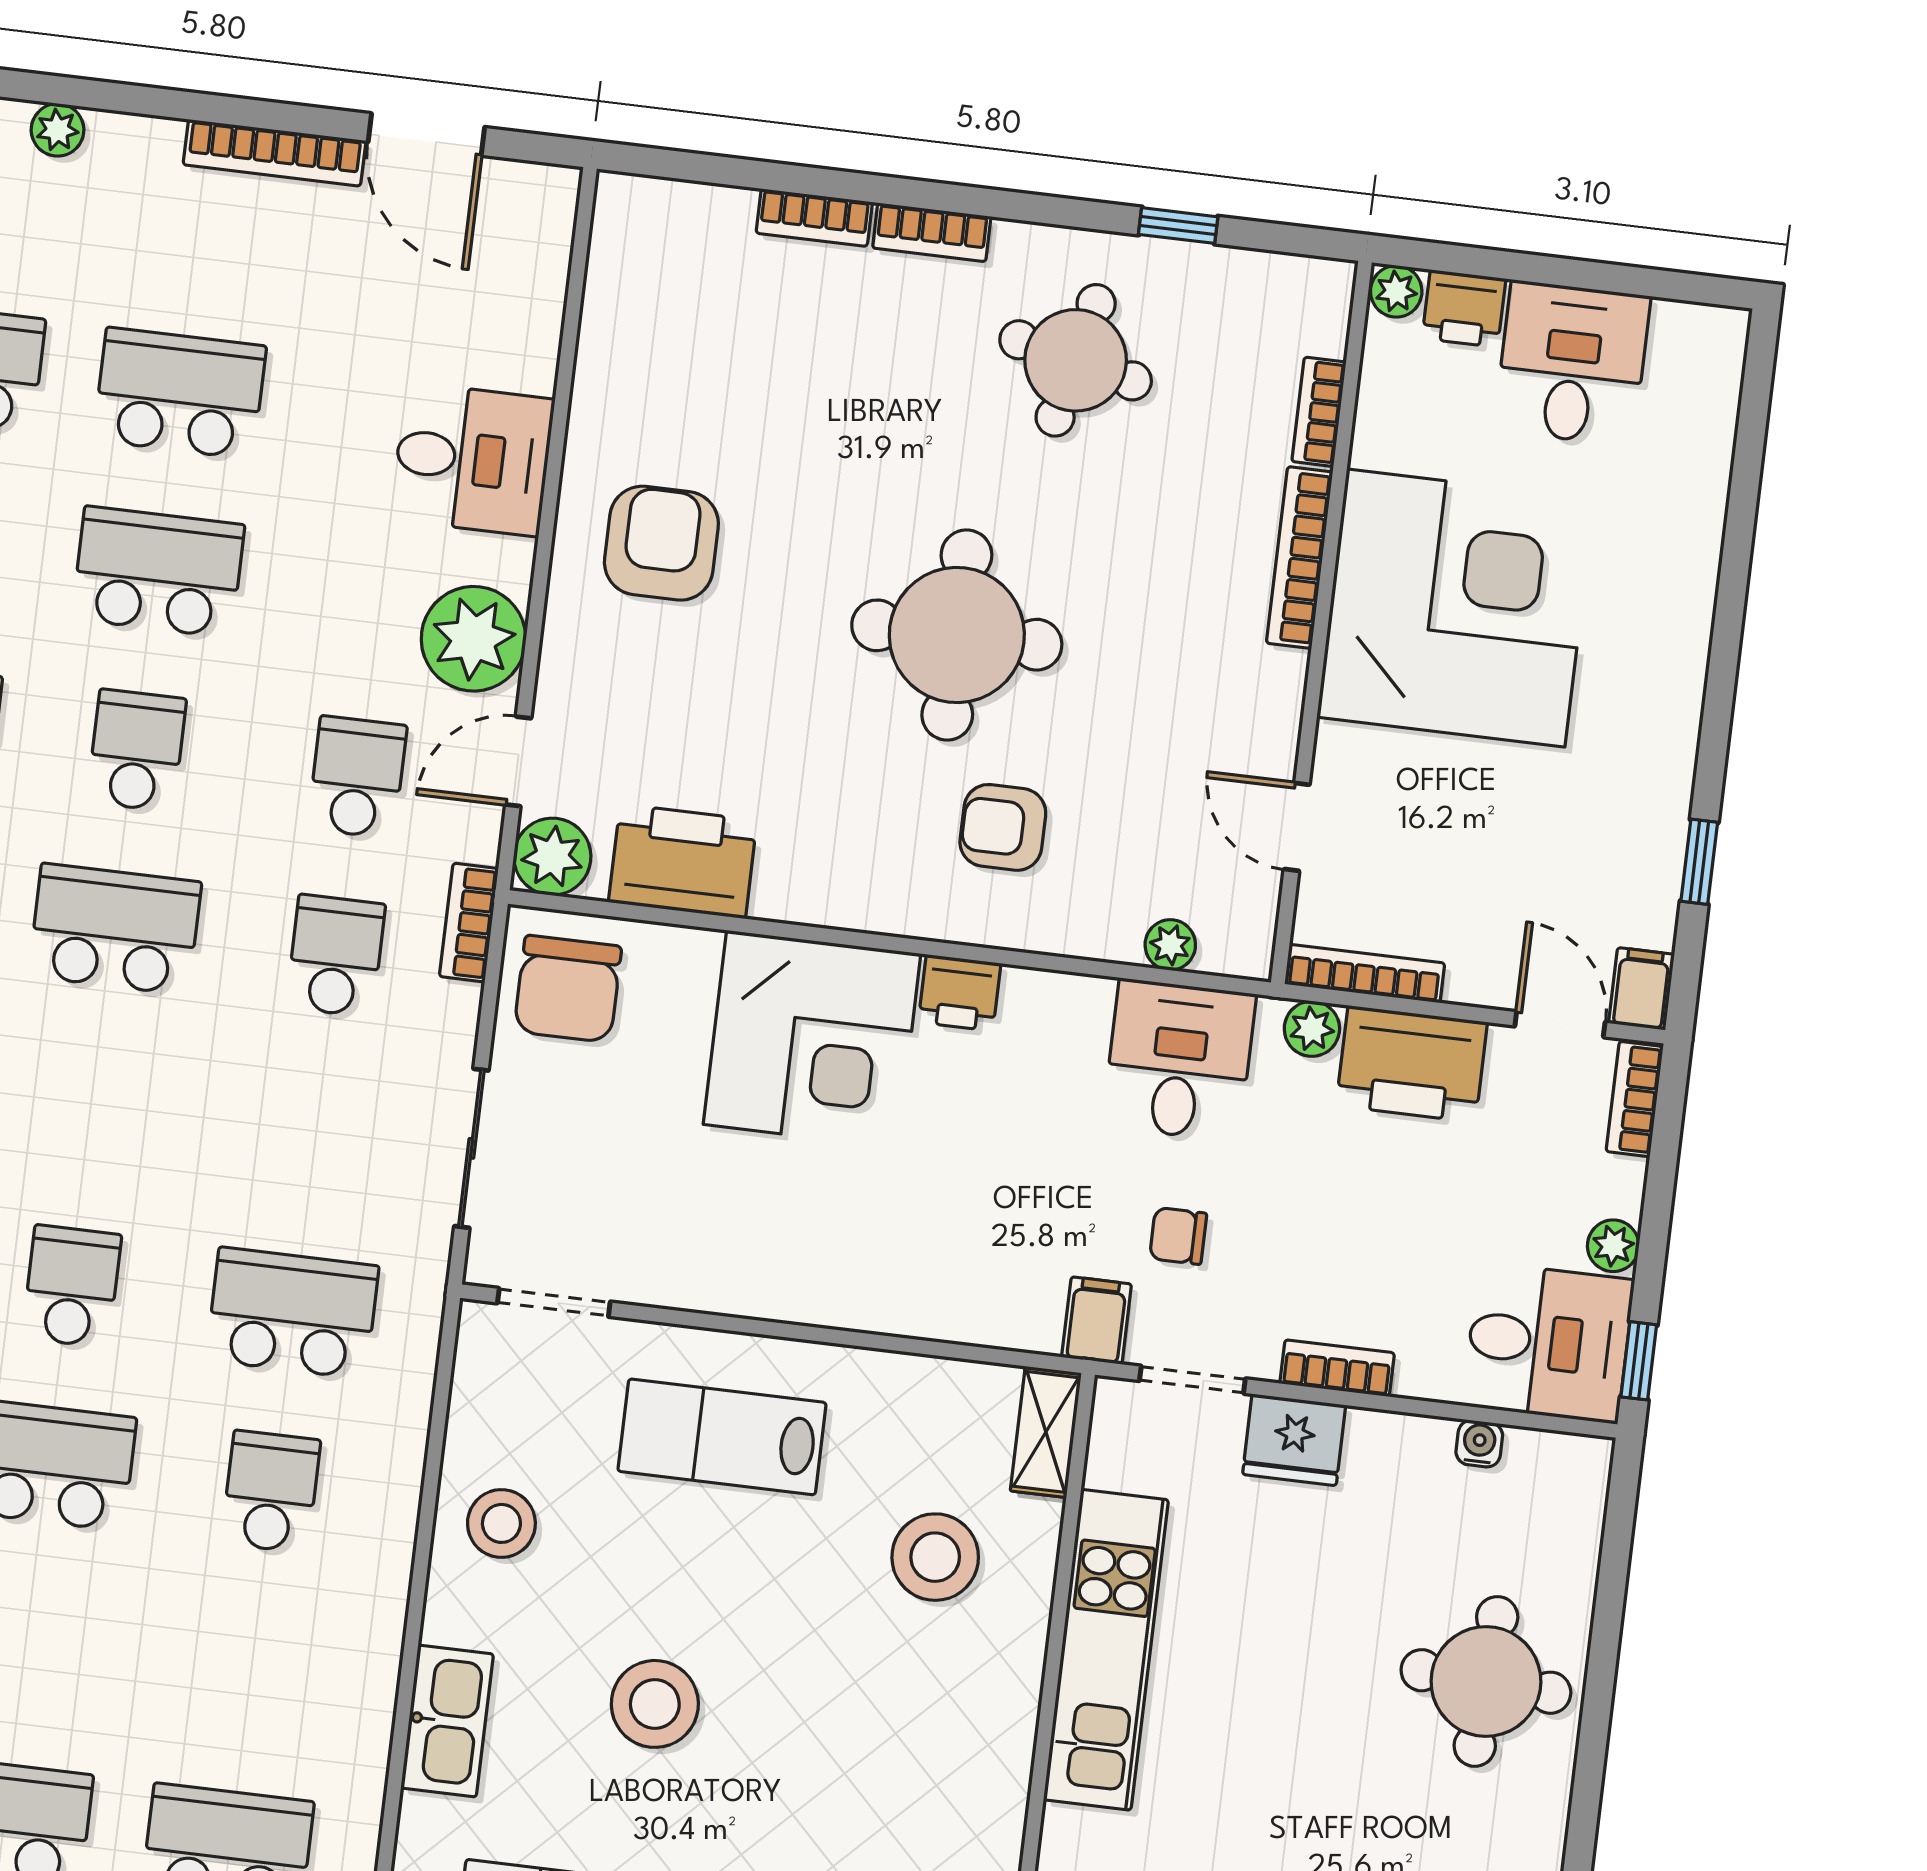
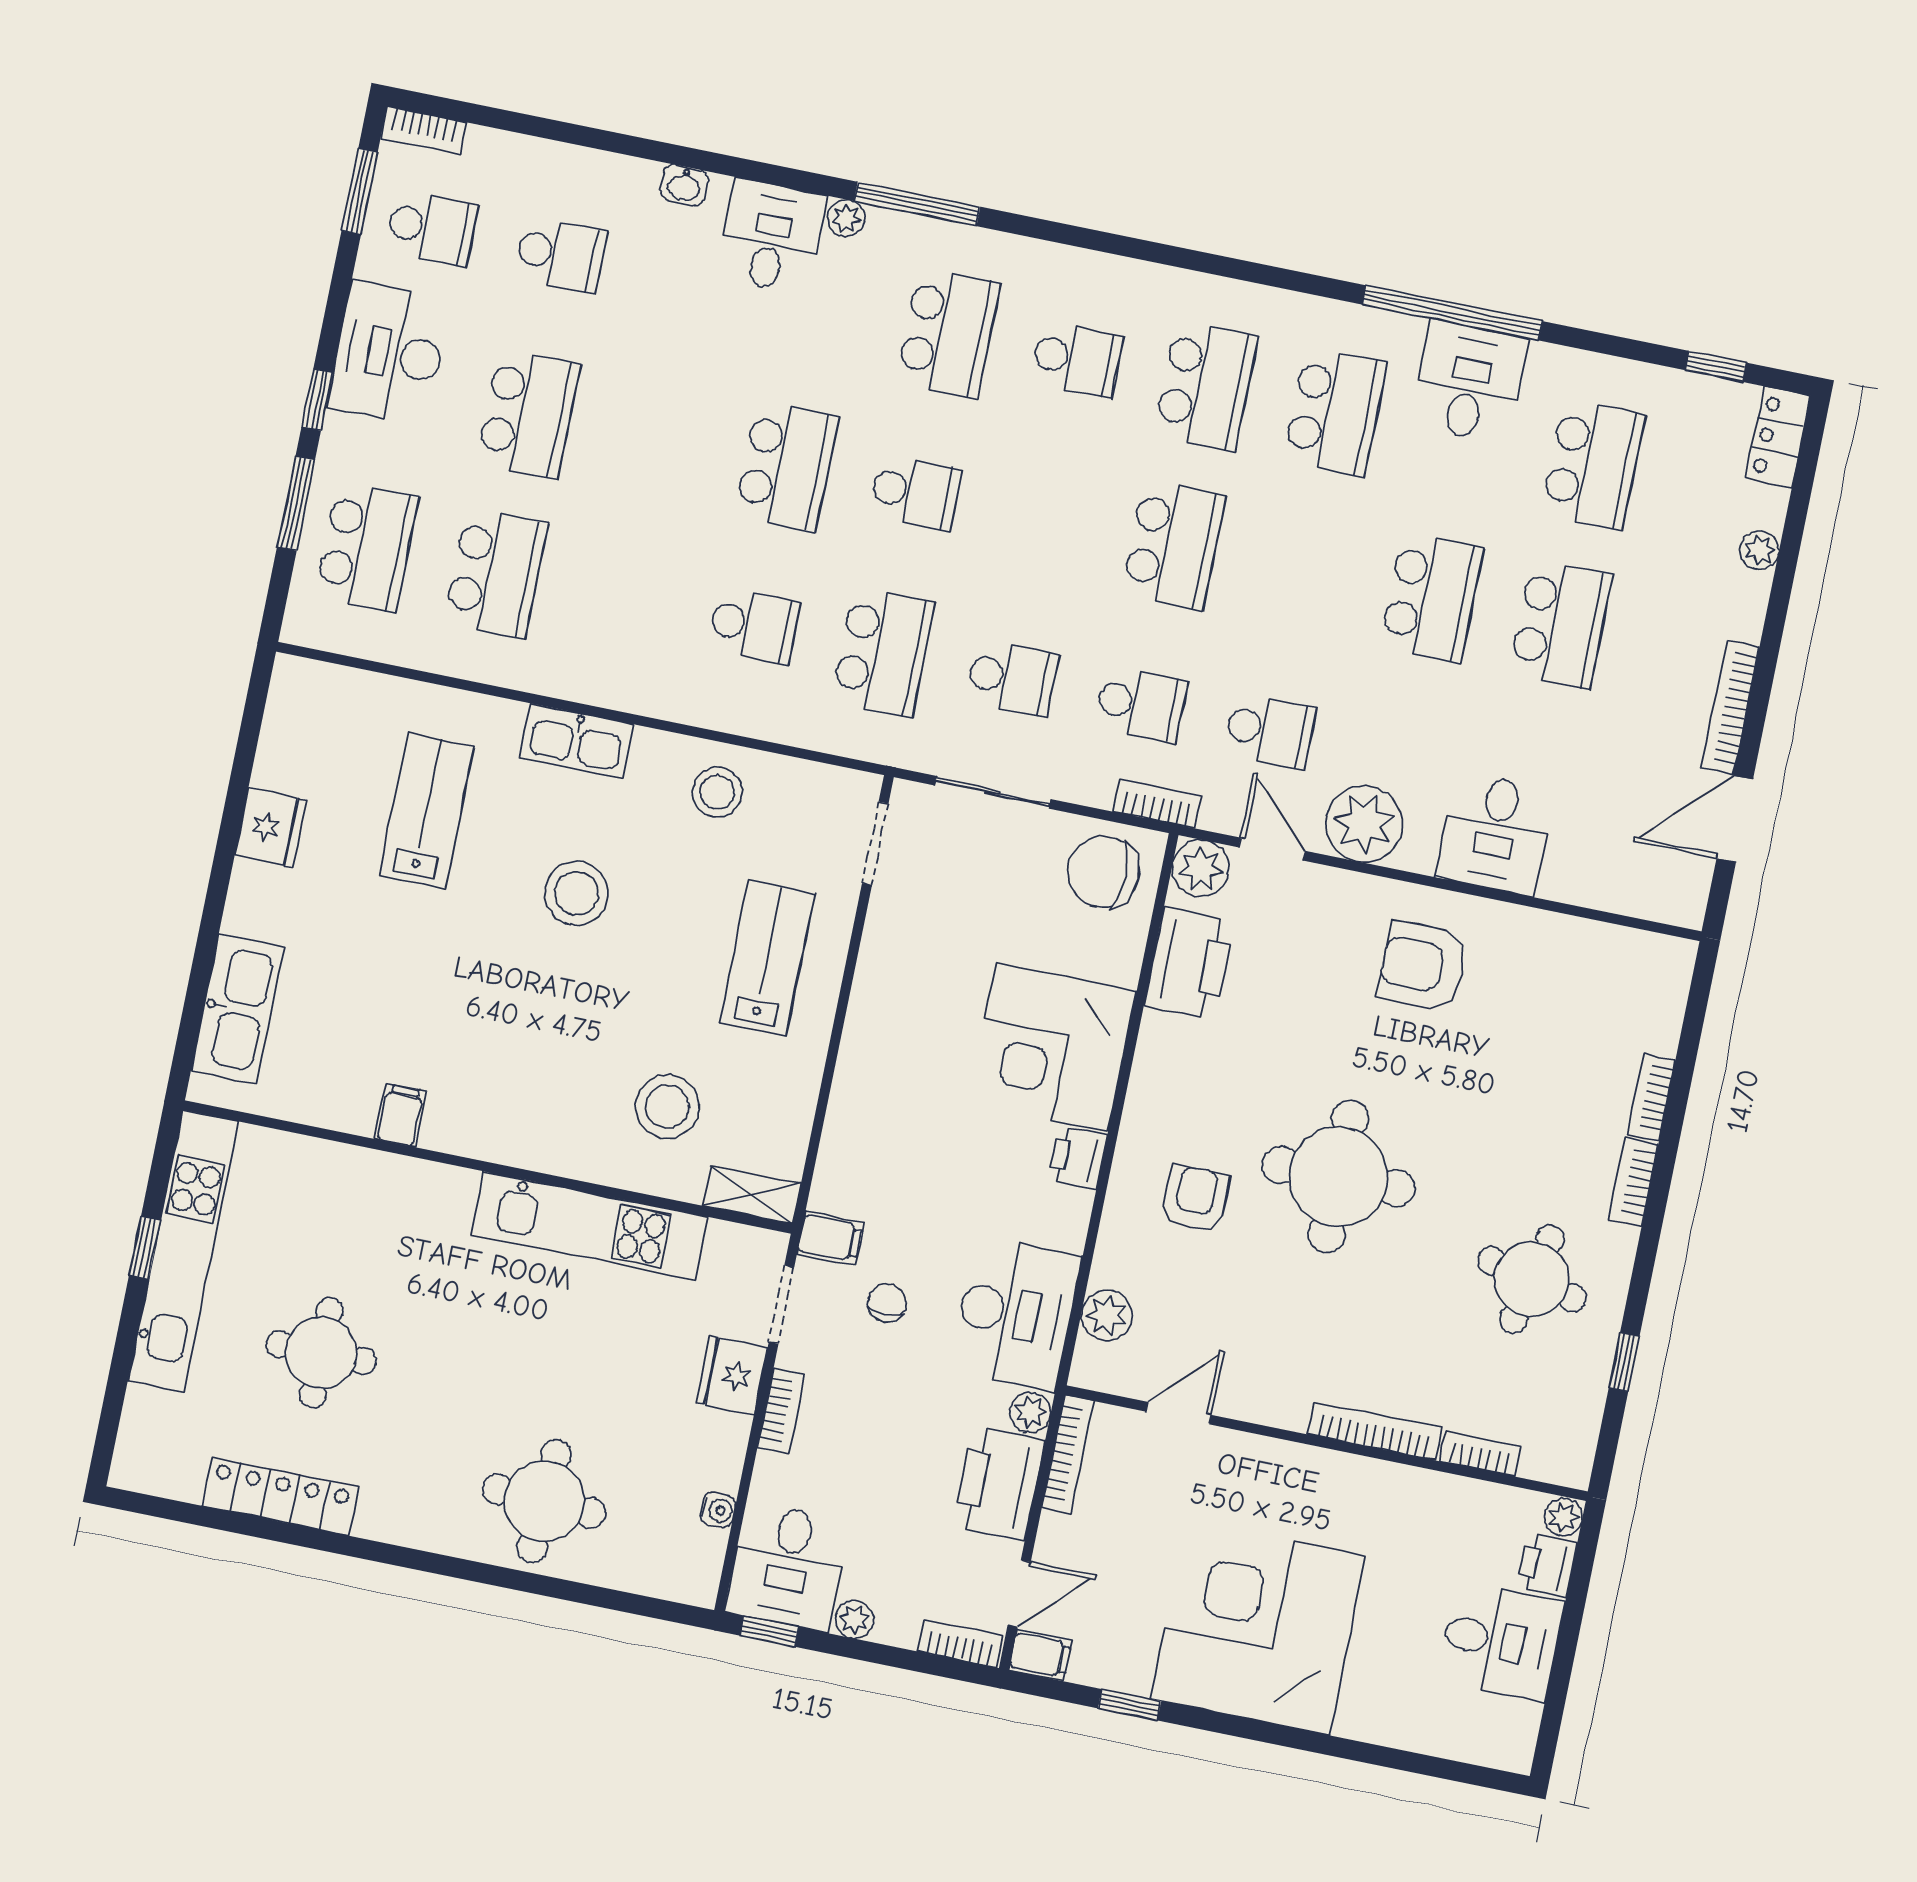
armchair: (661, 543) -> (1423, 966), turned 180
corner desk: (1456, 608) -> (1258, 1627), moved, turned 180
school desk: (136, 750) -> (1012, 678), moved
plant: (1170, 945) -> (1107, 1315), width x1.38, depth x1.38
desk: (1179, 1060) -> (1015, 1314), width x1.37

